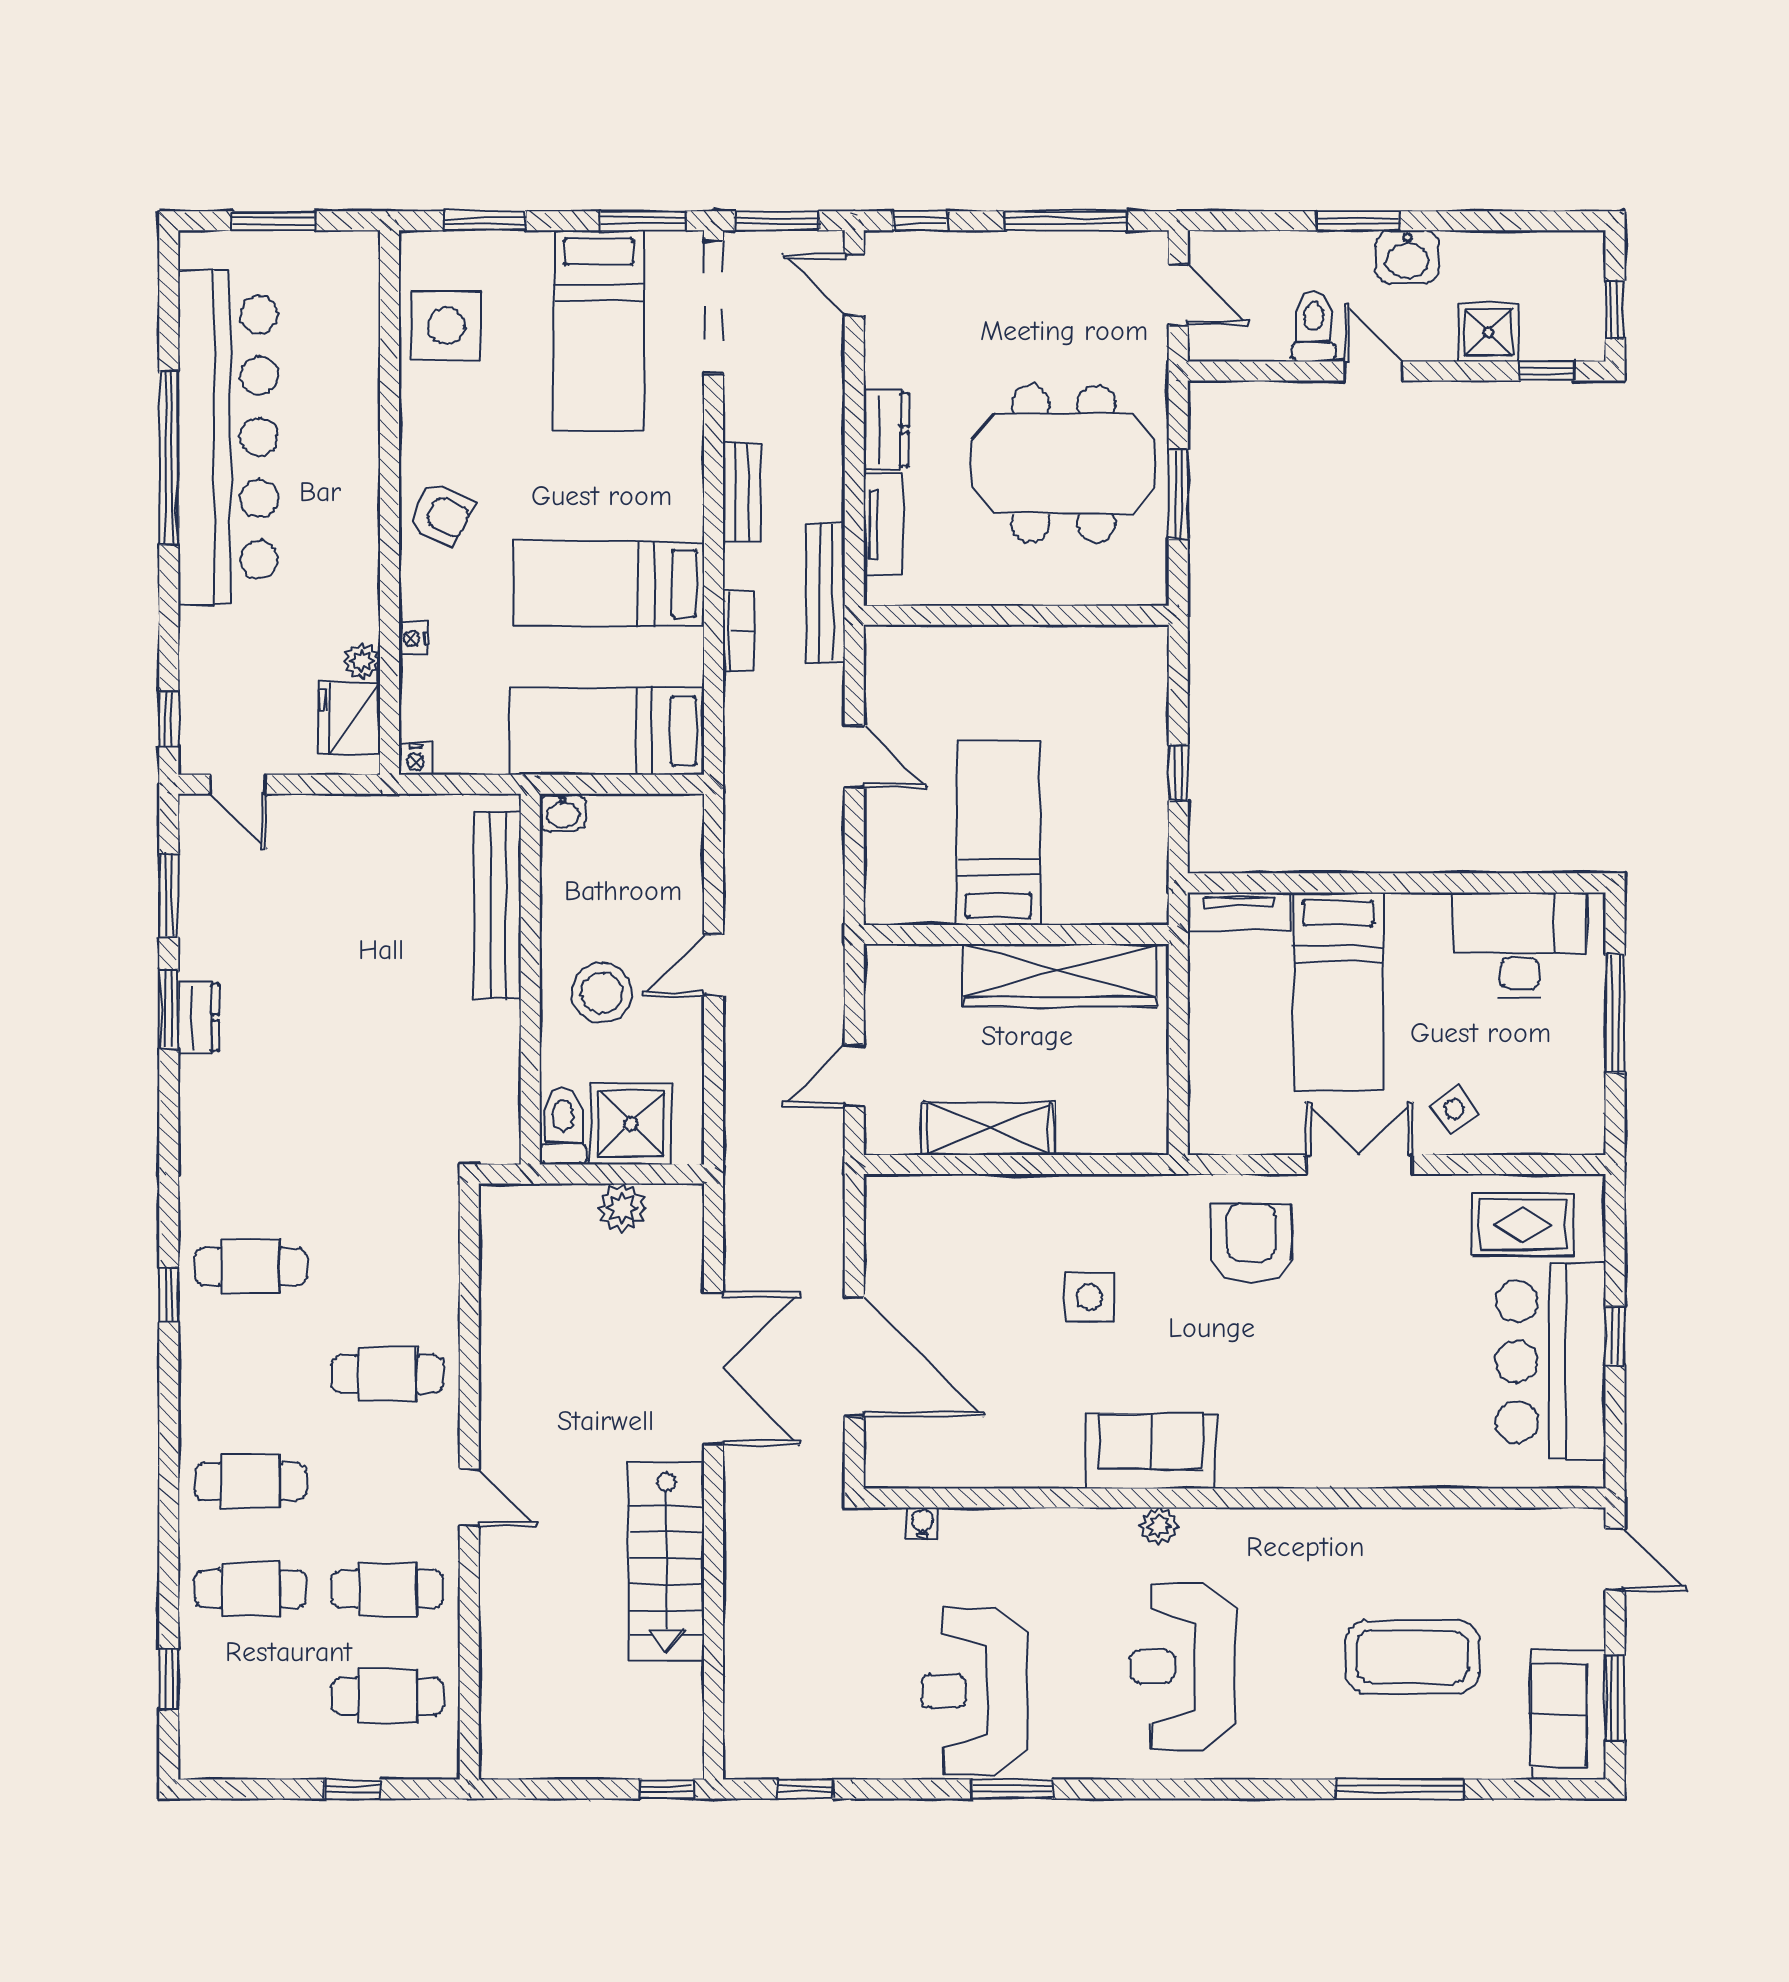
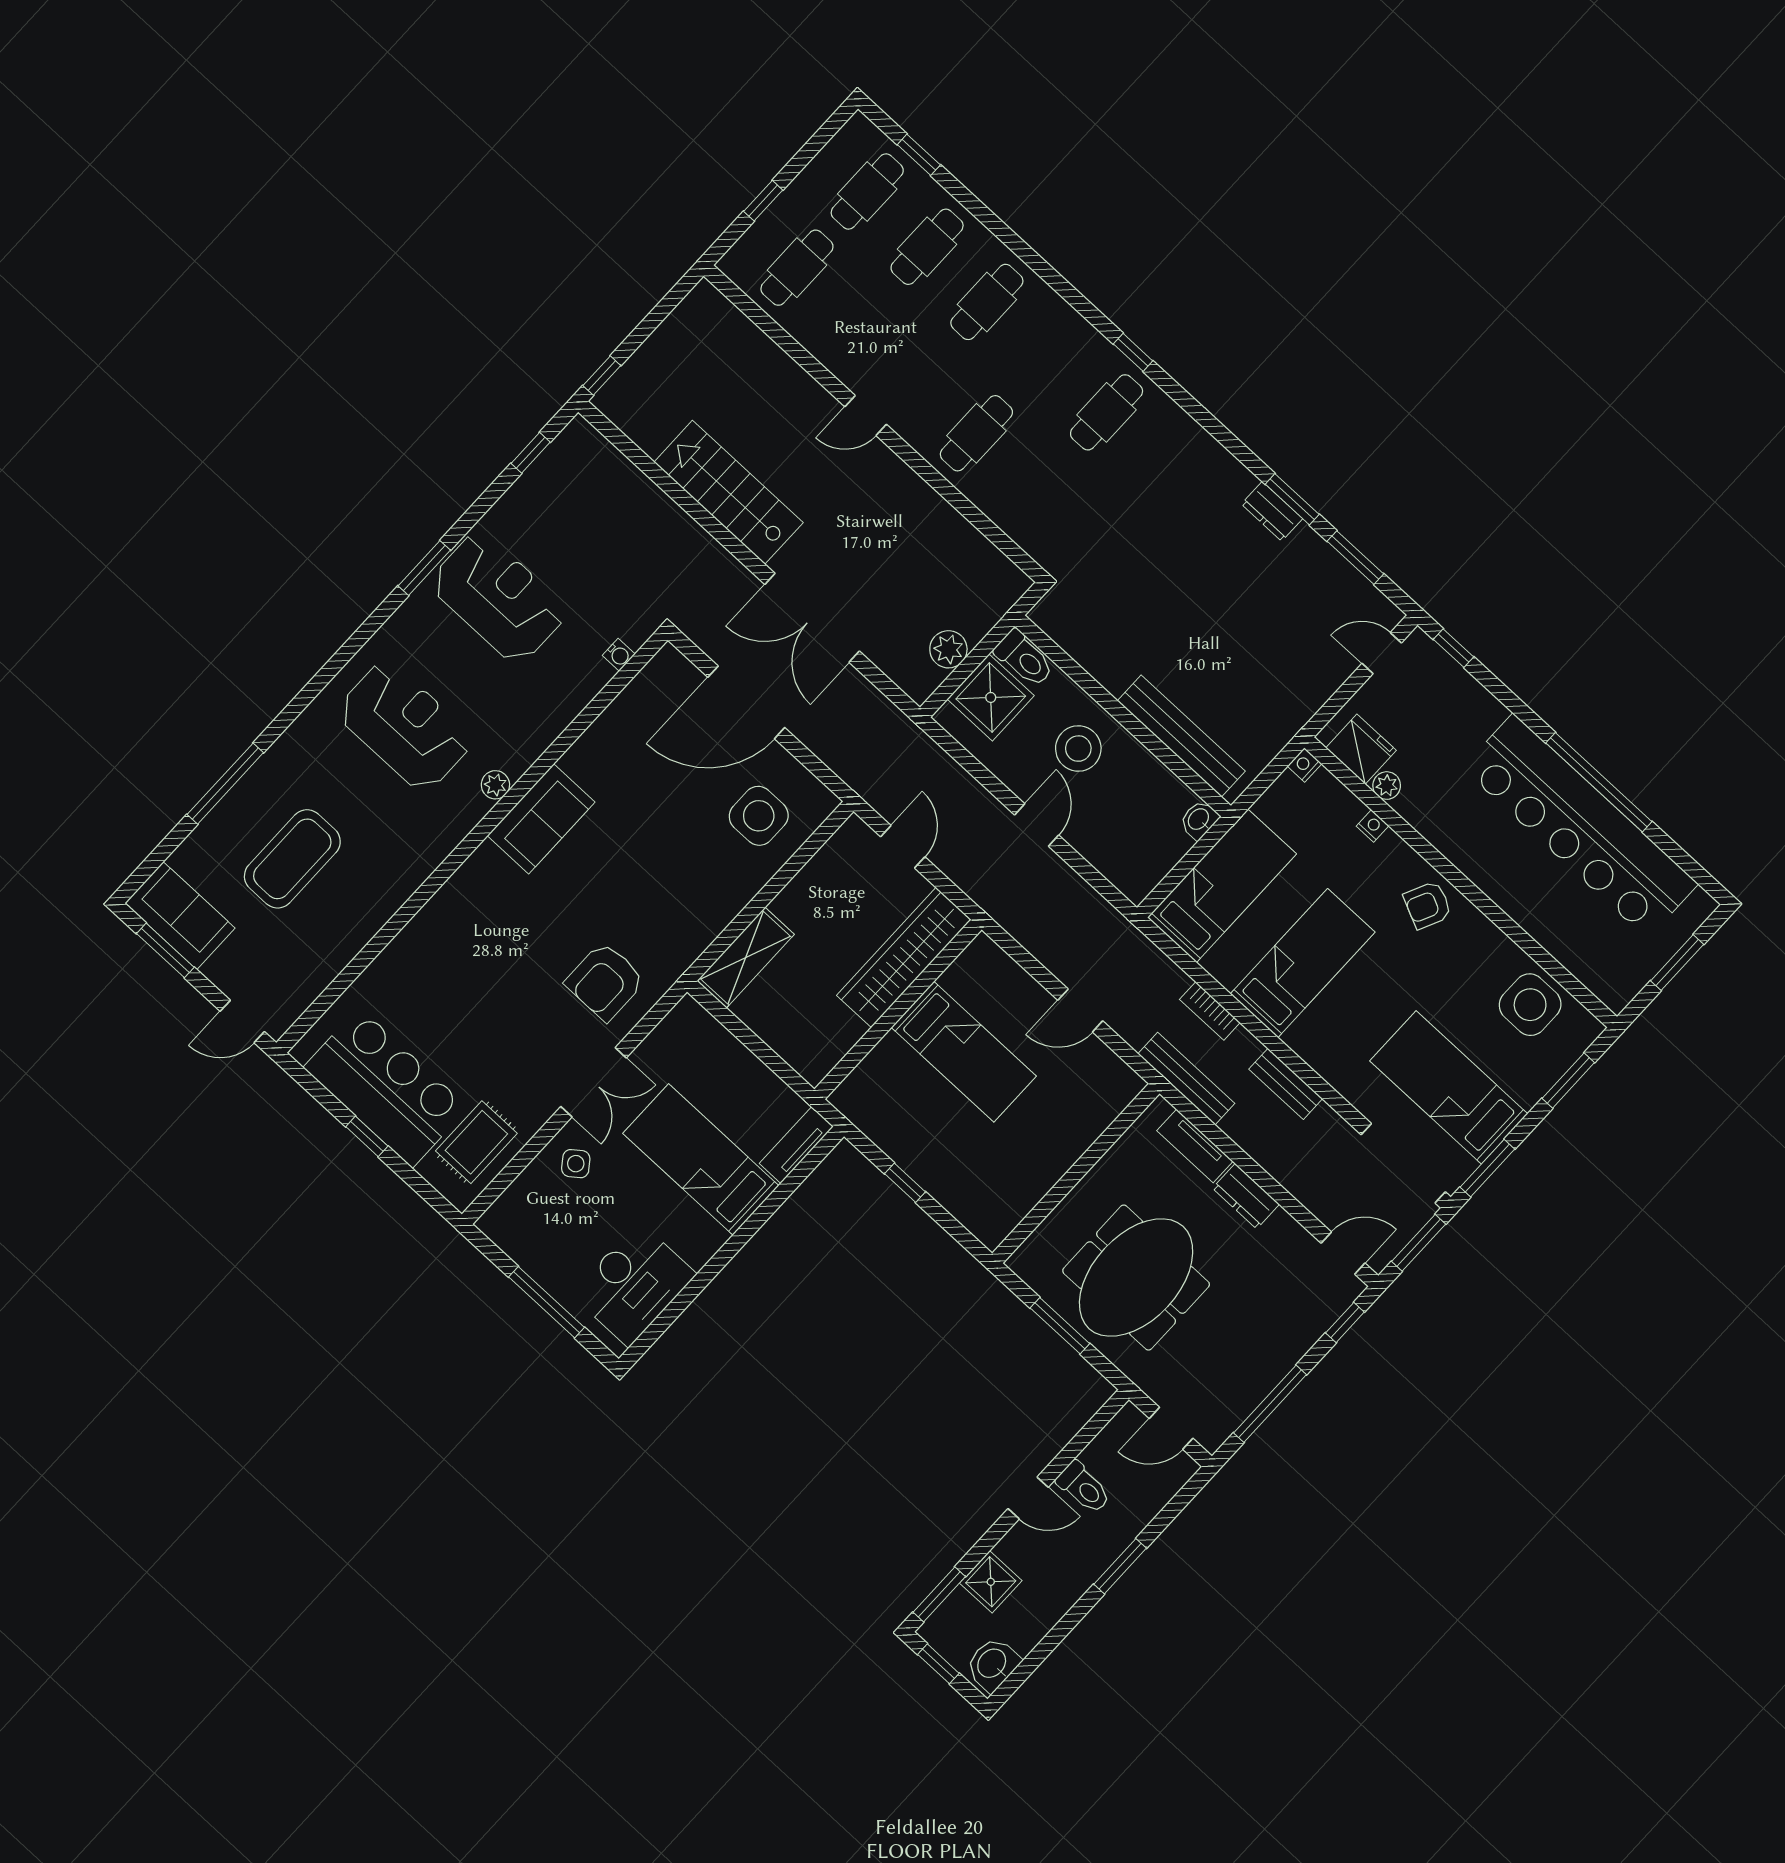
washbasin: (1407, 257) -> (993, 1664), moved
window: (1547, 371) -> (939, 1594), width x1.50
wardrobe: (1060, 975) -> (904, 957), moved
shelving: (988, 1129) -> (746, 958), moved
armchair: (1251, 1244) -> (605, 981), turned 90
side table: (1090, 1297) -> (759, 816), moved, width x1.37, depth x1.37
cafe table: (387, 1589) -> (867, 192), moved

